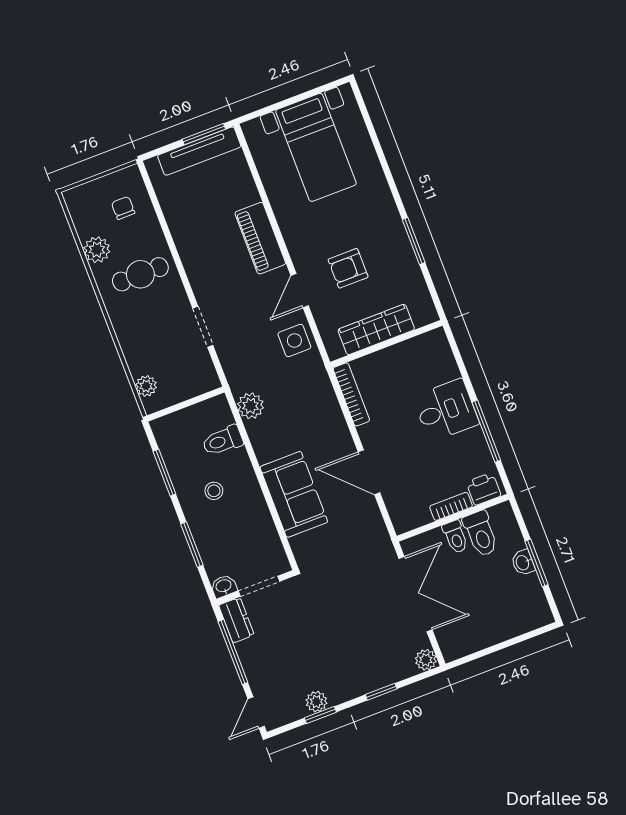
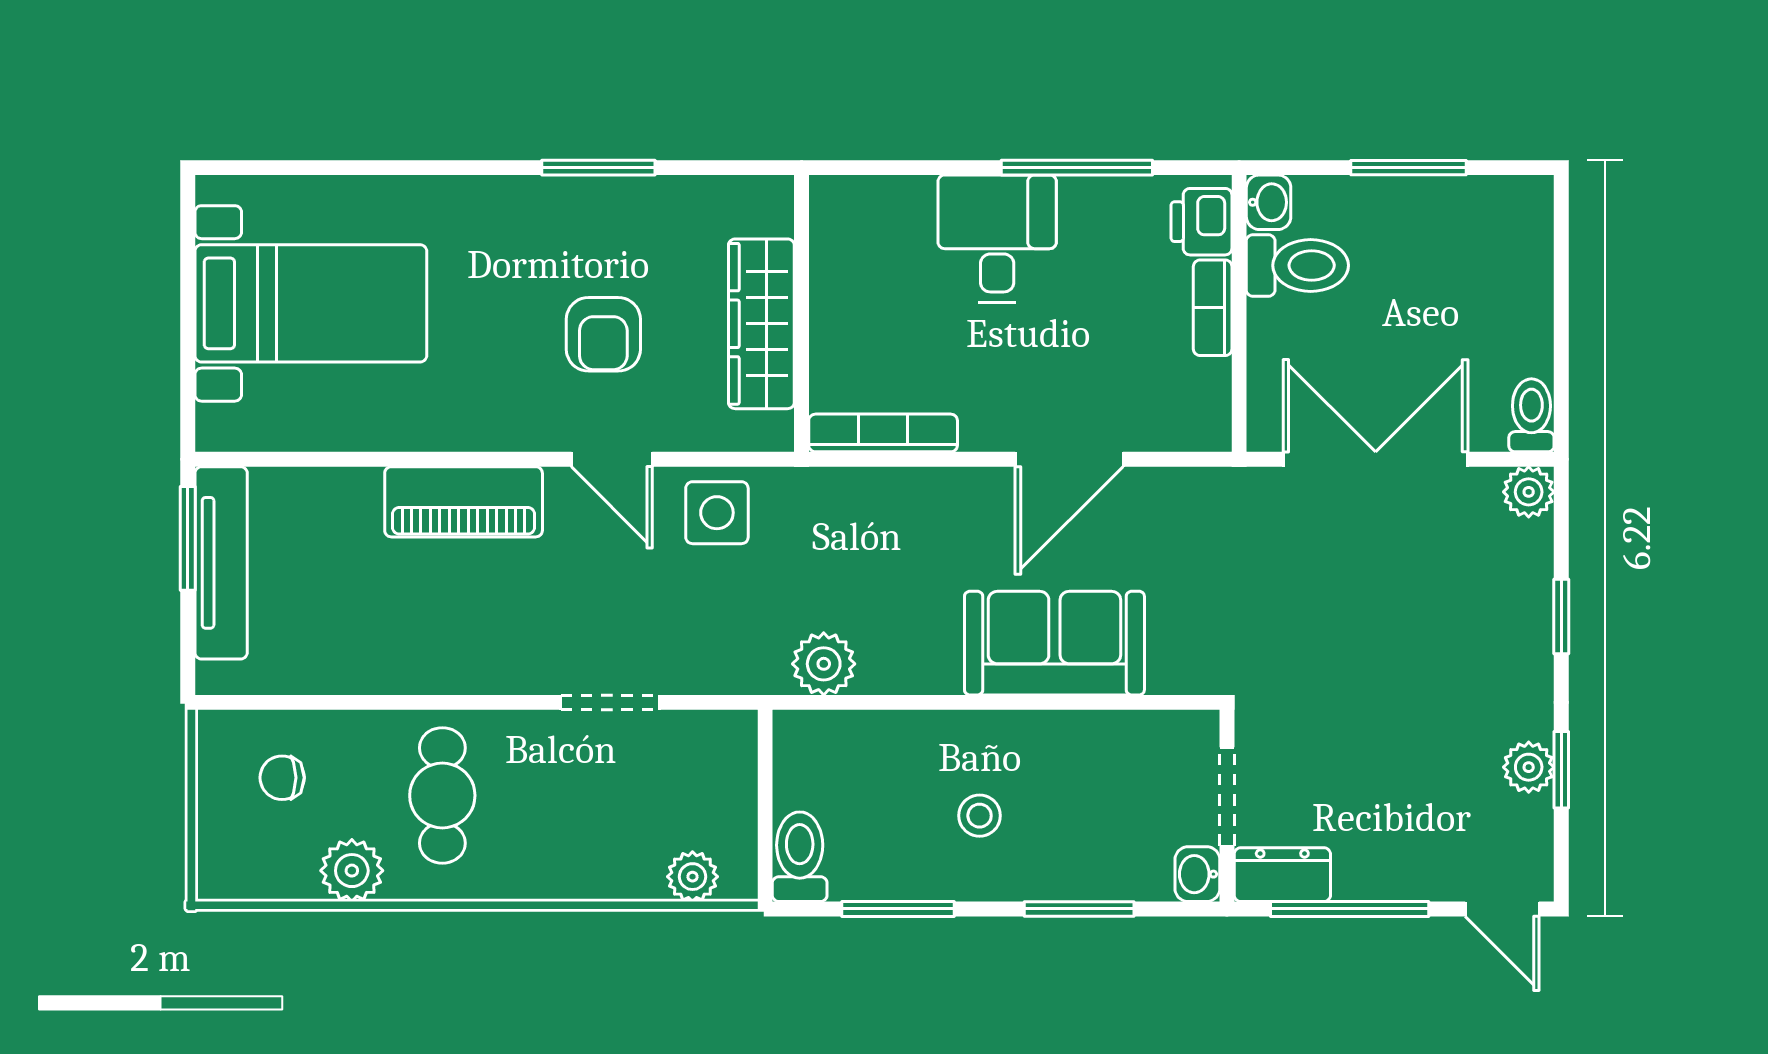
toilet: (223, 441) -> (800, 857), moved, turned 180
toilet: (455, 537) -> (1531, 415), moved, turned -90
washbasin: (523, 563) -> (1269, 202), moved, turned -90

